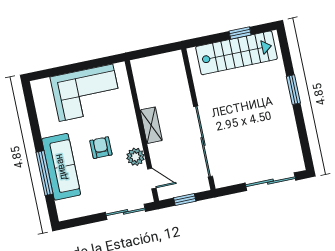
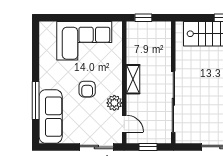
window: (149, 52) -> (143, 18), added
armchair: (101, 148) -> (87, 89), turned 180
sofa: (61, 167) -> (51, 117), moved

